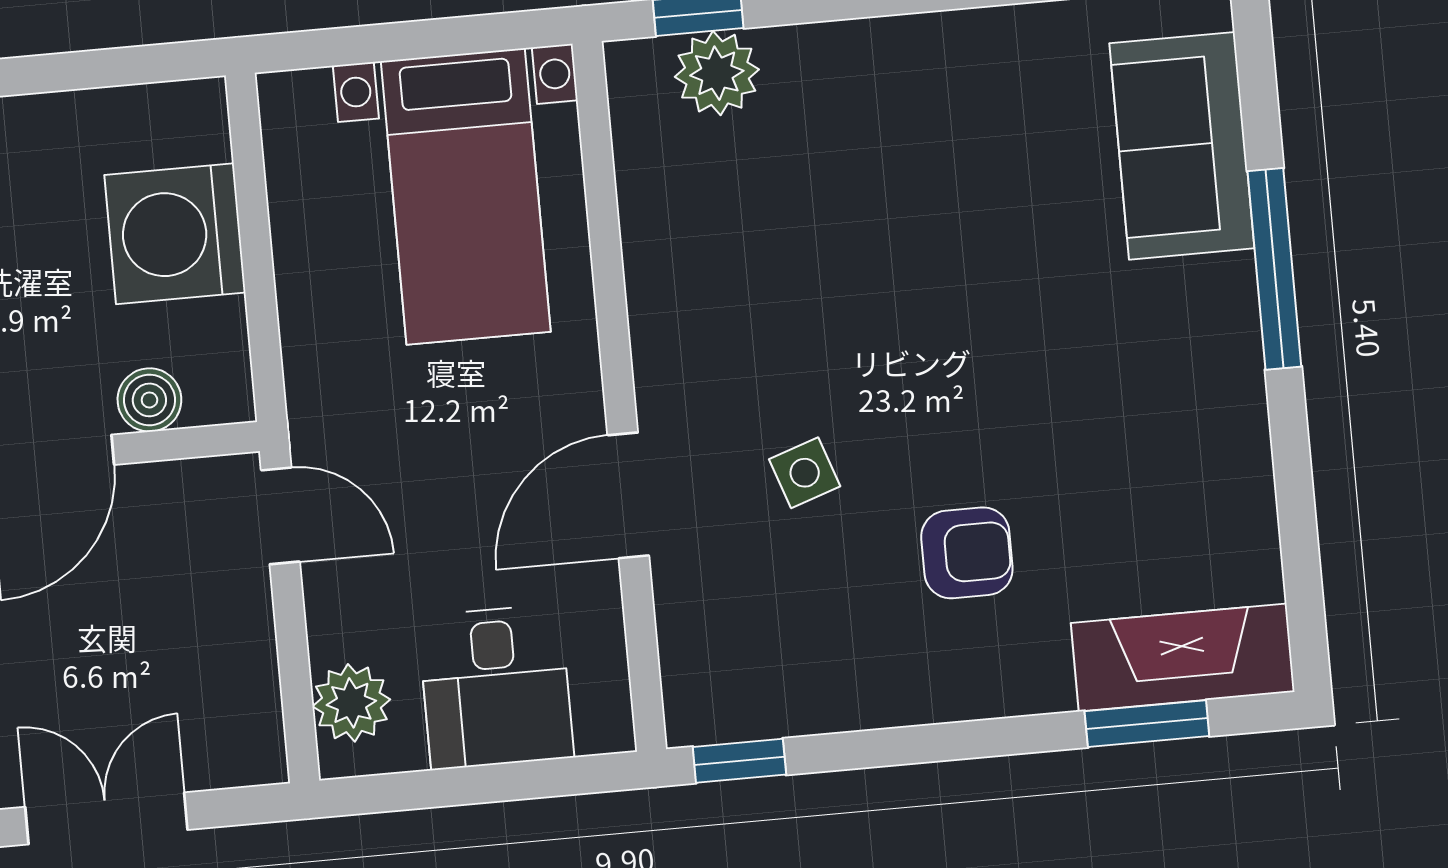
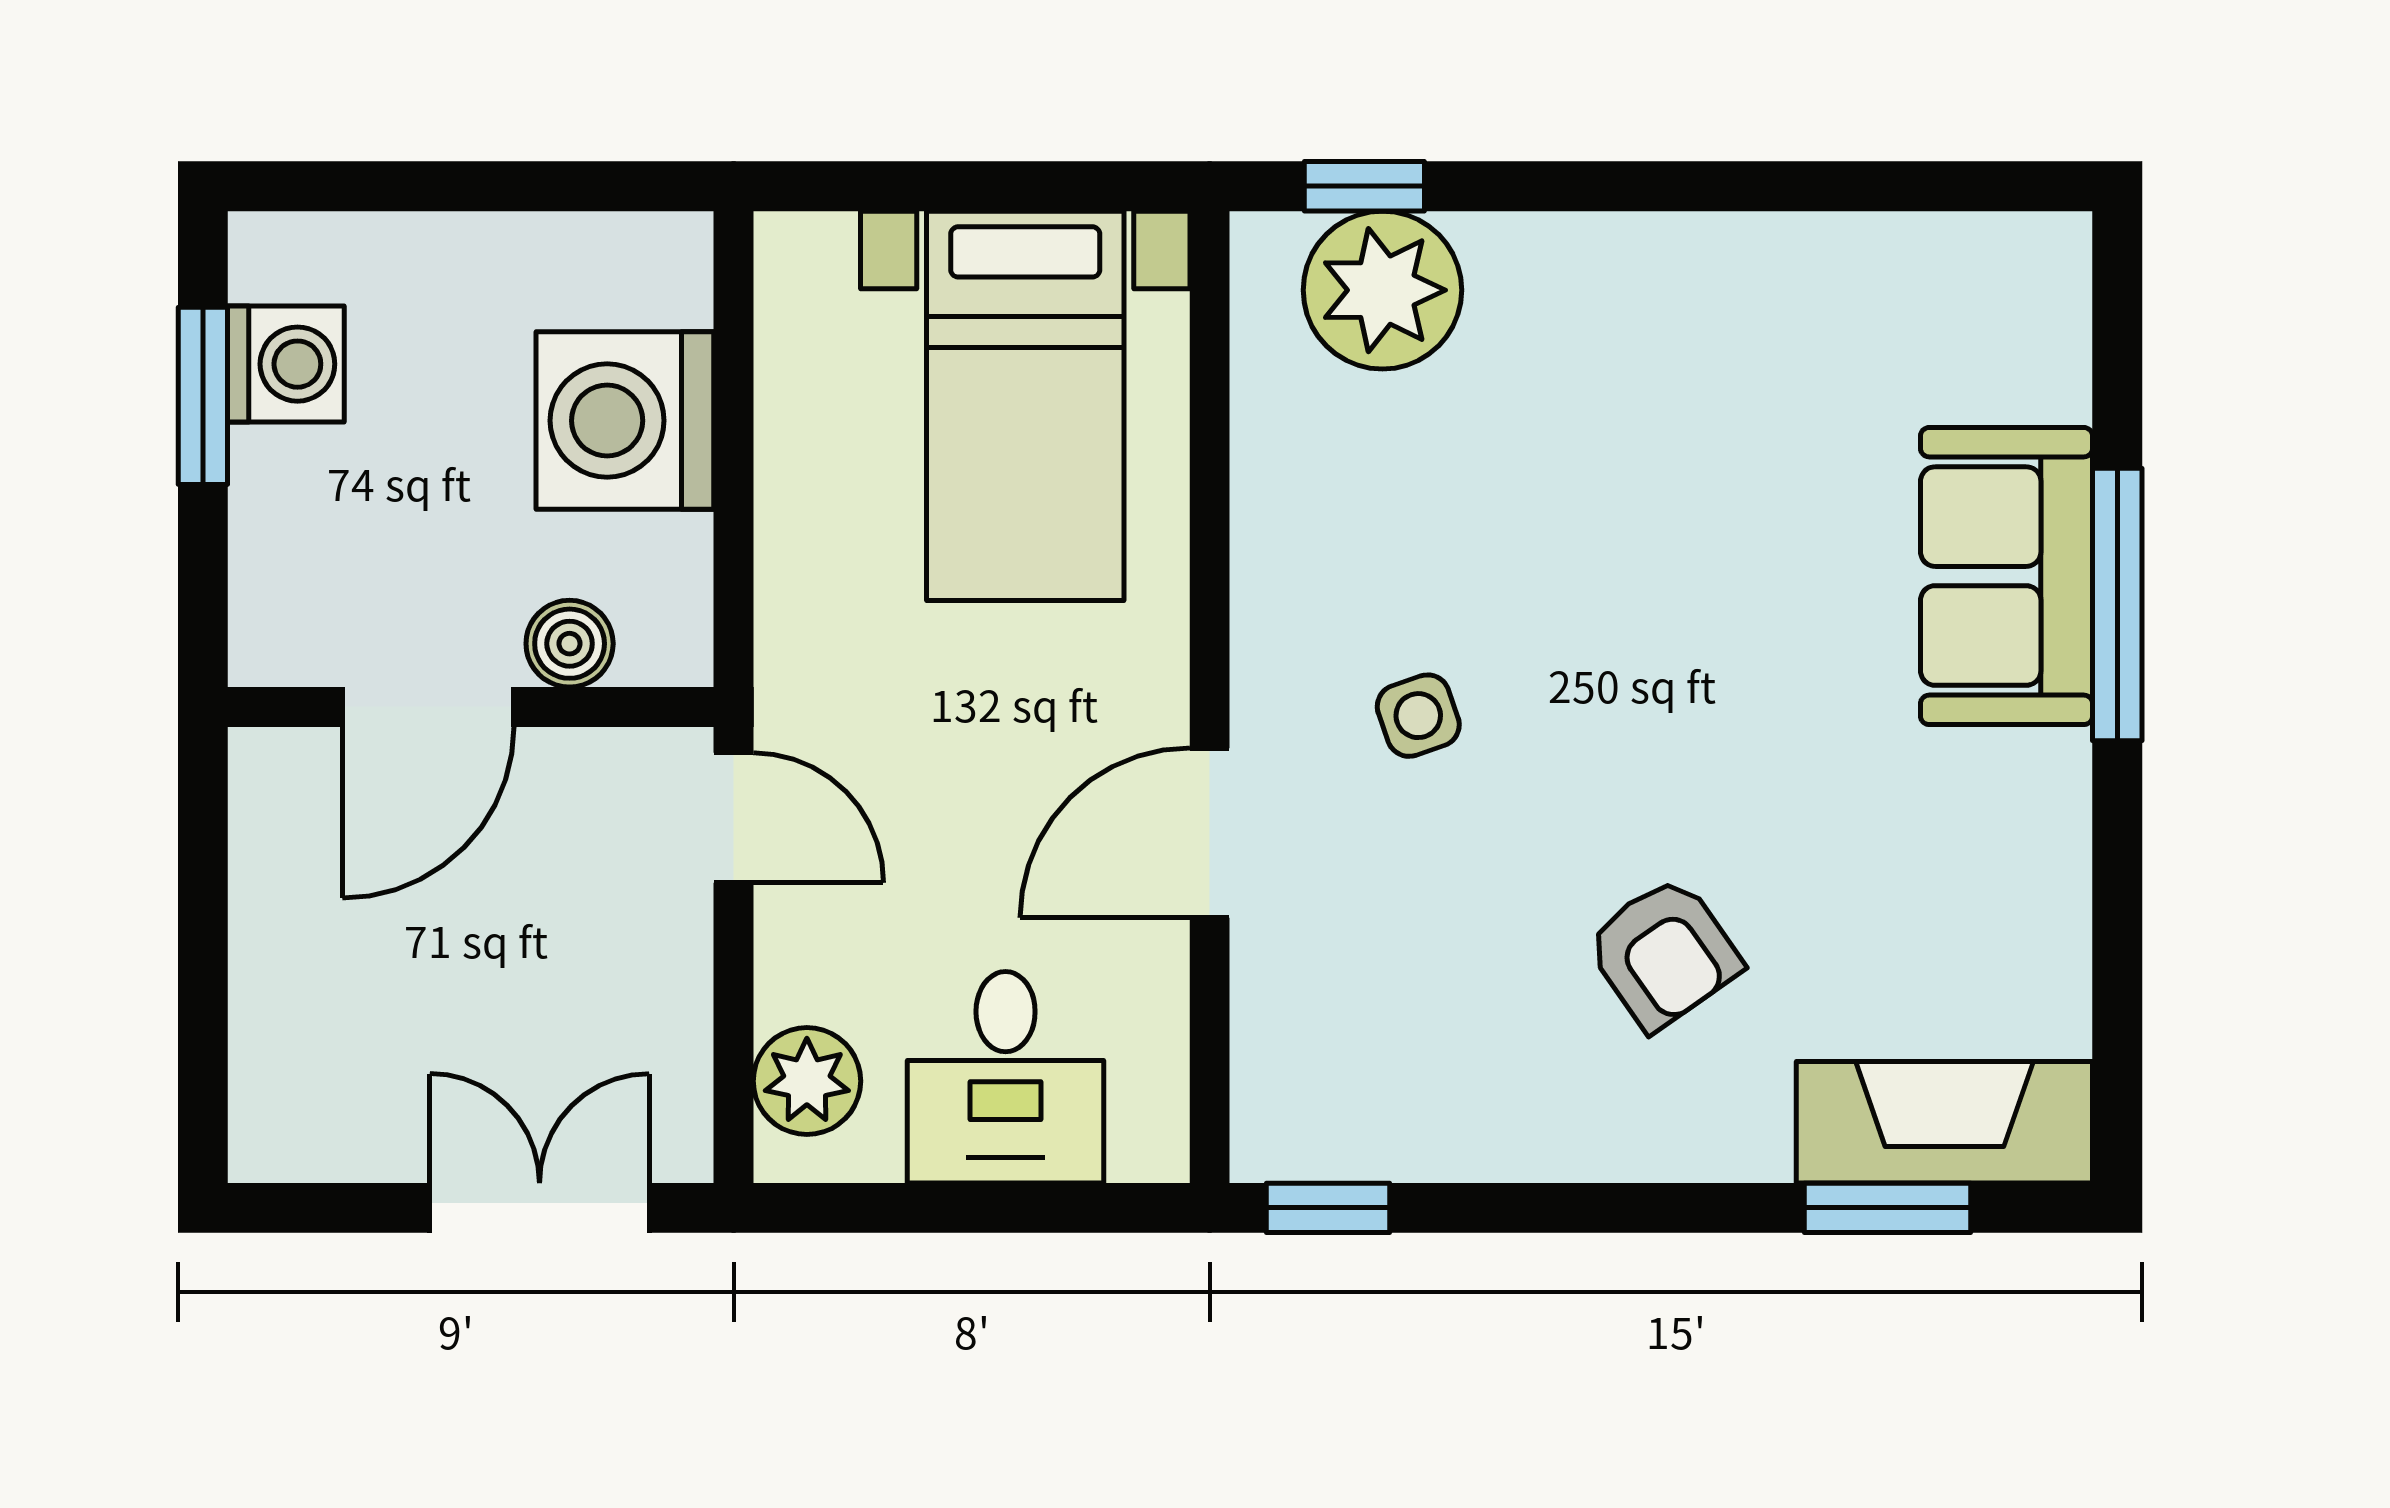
plant: (717, 73) -> (1382, 290), width x1.36, depth x1.36
sofa: (1182, 146) -> (2007, 576), moved
side table: (805, 473) -> (1418, 716), moved
armchair: (967, 553) -> (1664, 953), turned 55
double door: (106, 818) -> (540, 1208), moved

